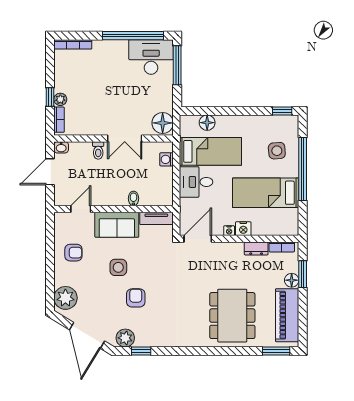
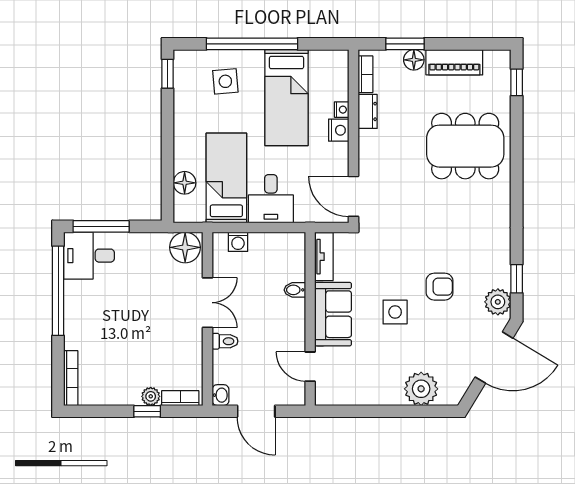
desk: (151, 57) -> (89, 256), width x0.73
nightstand: (229, 231) -> (342, 110), moved
armchair: (73, 253) -> (374, 377), removed
plant: (65, 298) -> (421, 389), moved
armchair: (136, 298) -> (440, 287), turned 180
piano: (287, 315) -> (454, 62), width x0.73, depth x0.75
window: (276, 351) -> (517, 82), width x0.67

